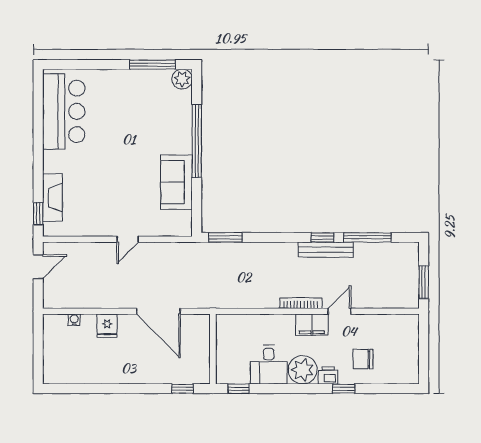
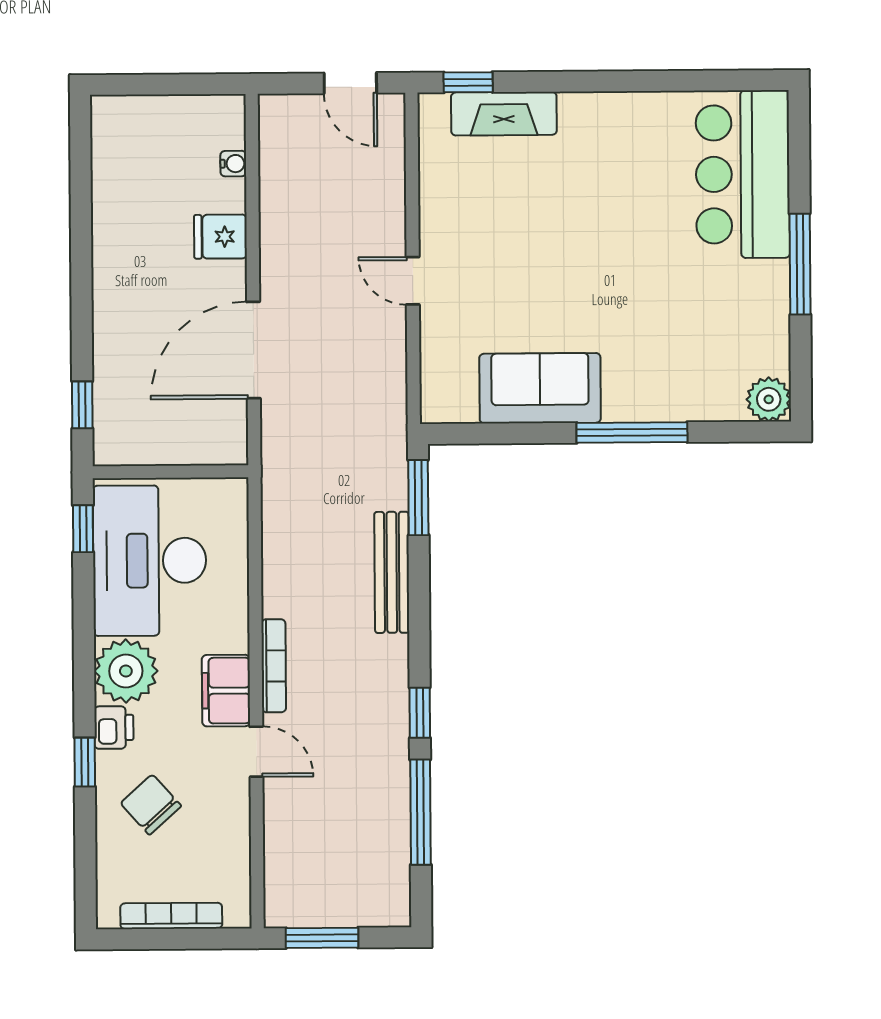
window: (152, 65) -> (800, 264), moved
bar counter: (64, 111) -> (743, 174), moved, turned 90
window: (197, 141) -> (632, 433), width x0.68
bench: (326, 250) -> (392, 572), moved
bookcase: (413, 350) -> (171, 916), added
chair: (363, 359) -> (151, 805), turned -42
desk: (269, 365) -> (150, 561), width x1.87, depth x1.30

